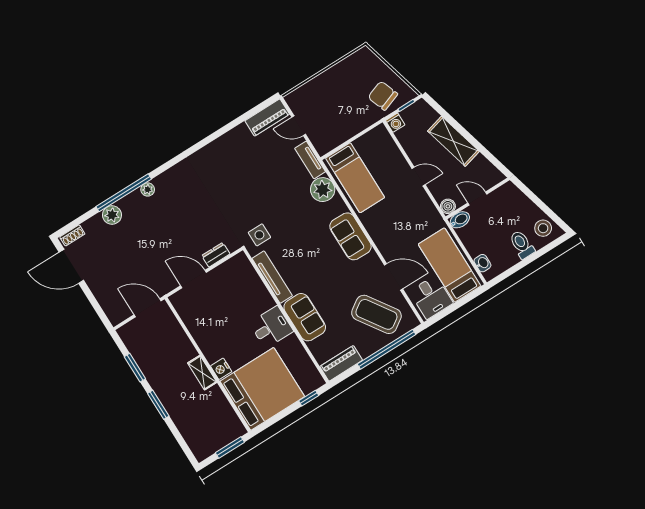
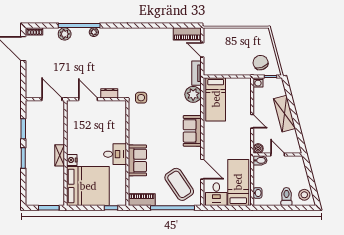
tv unit: (272, 277) -> (133, 126), removed

